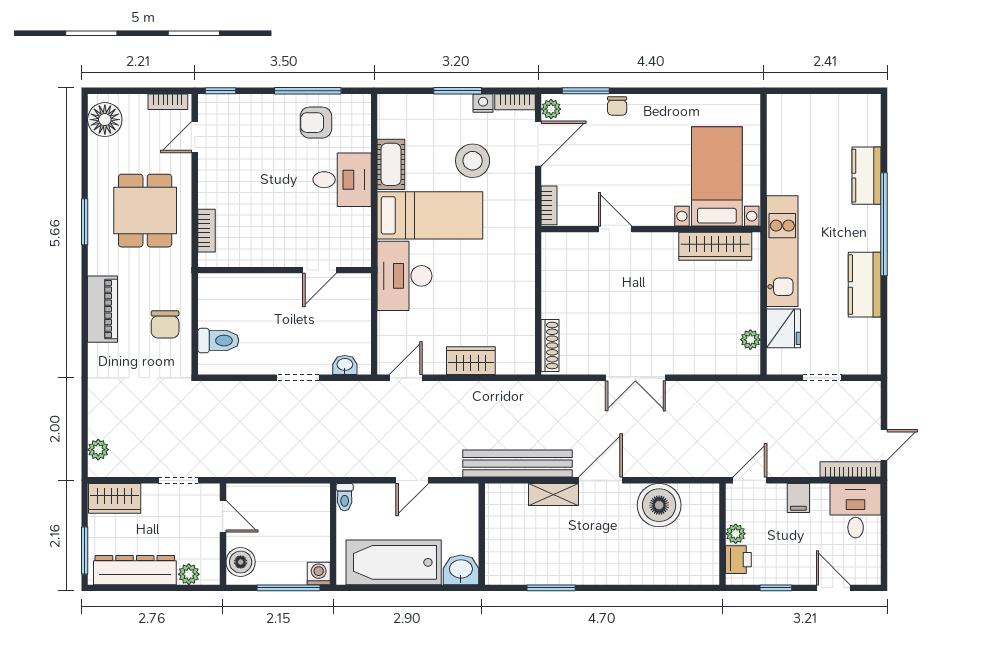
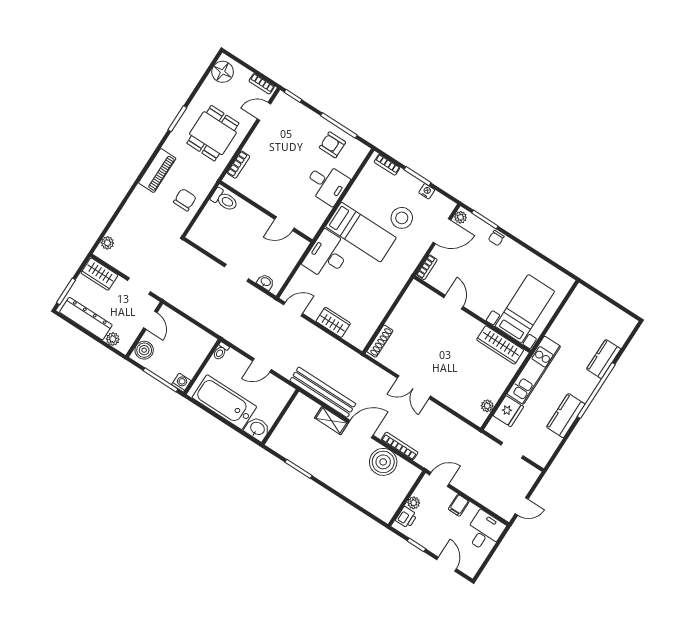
bookcase: (515, 102) -> (387, 165), moved
cot: (391, 164) -> (358, 192), removed
chair: (165, 324) -> (185, 200), turned 180
toilet: (218, 341) -> (224, 200), moved
bookcase: (851, 469) -> (400, 446), moved

